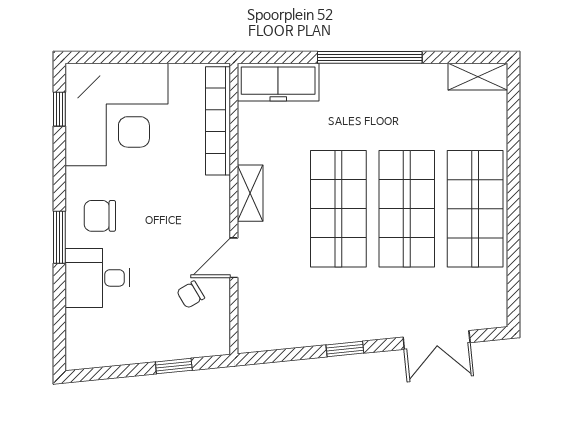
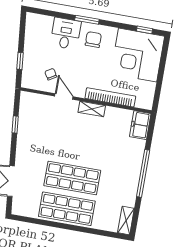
freezer: (278, 82) -> (140, 125), width x0.71
bookcase: (218, 121) -> (110, 97), moved
shop shelf: (338, 209) -> (78, 147), removed
window: (345, 349) -> (15, 125), moved

